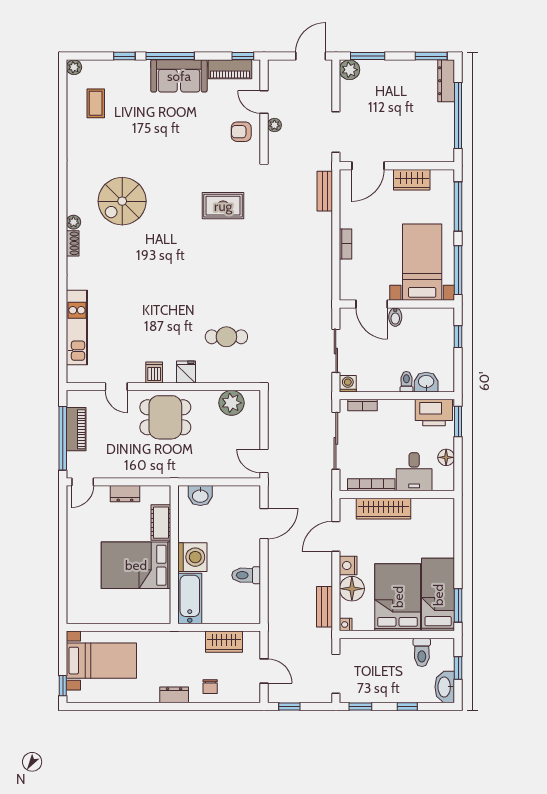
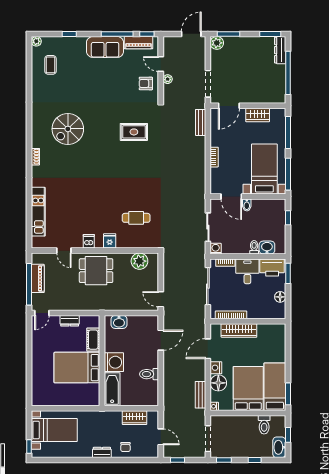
window: (170, 56) -> (117, 34), moved
plant: (73, 222) -> (36, 143), removed
desk: (414, 472) -> (247, 271), moved, turned 180

